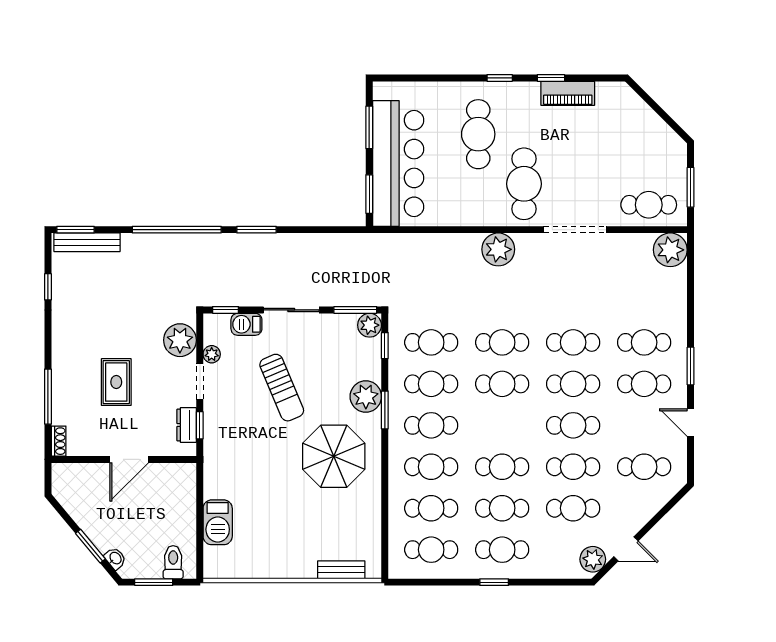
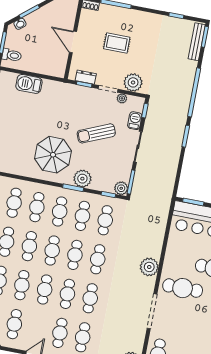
cafe table: (502, 425) -> (52, 251), added

